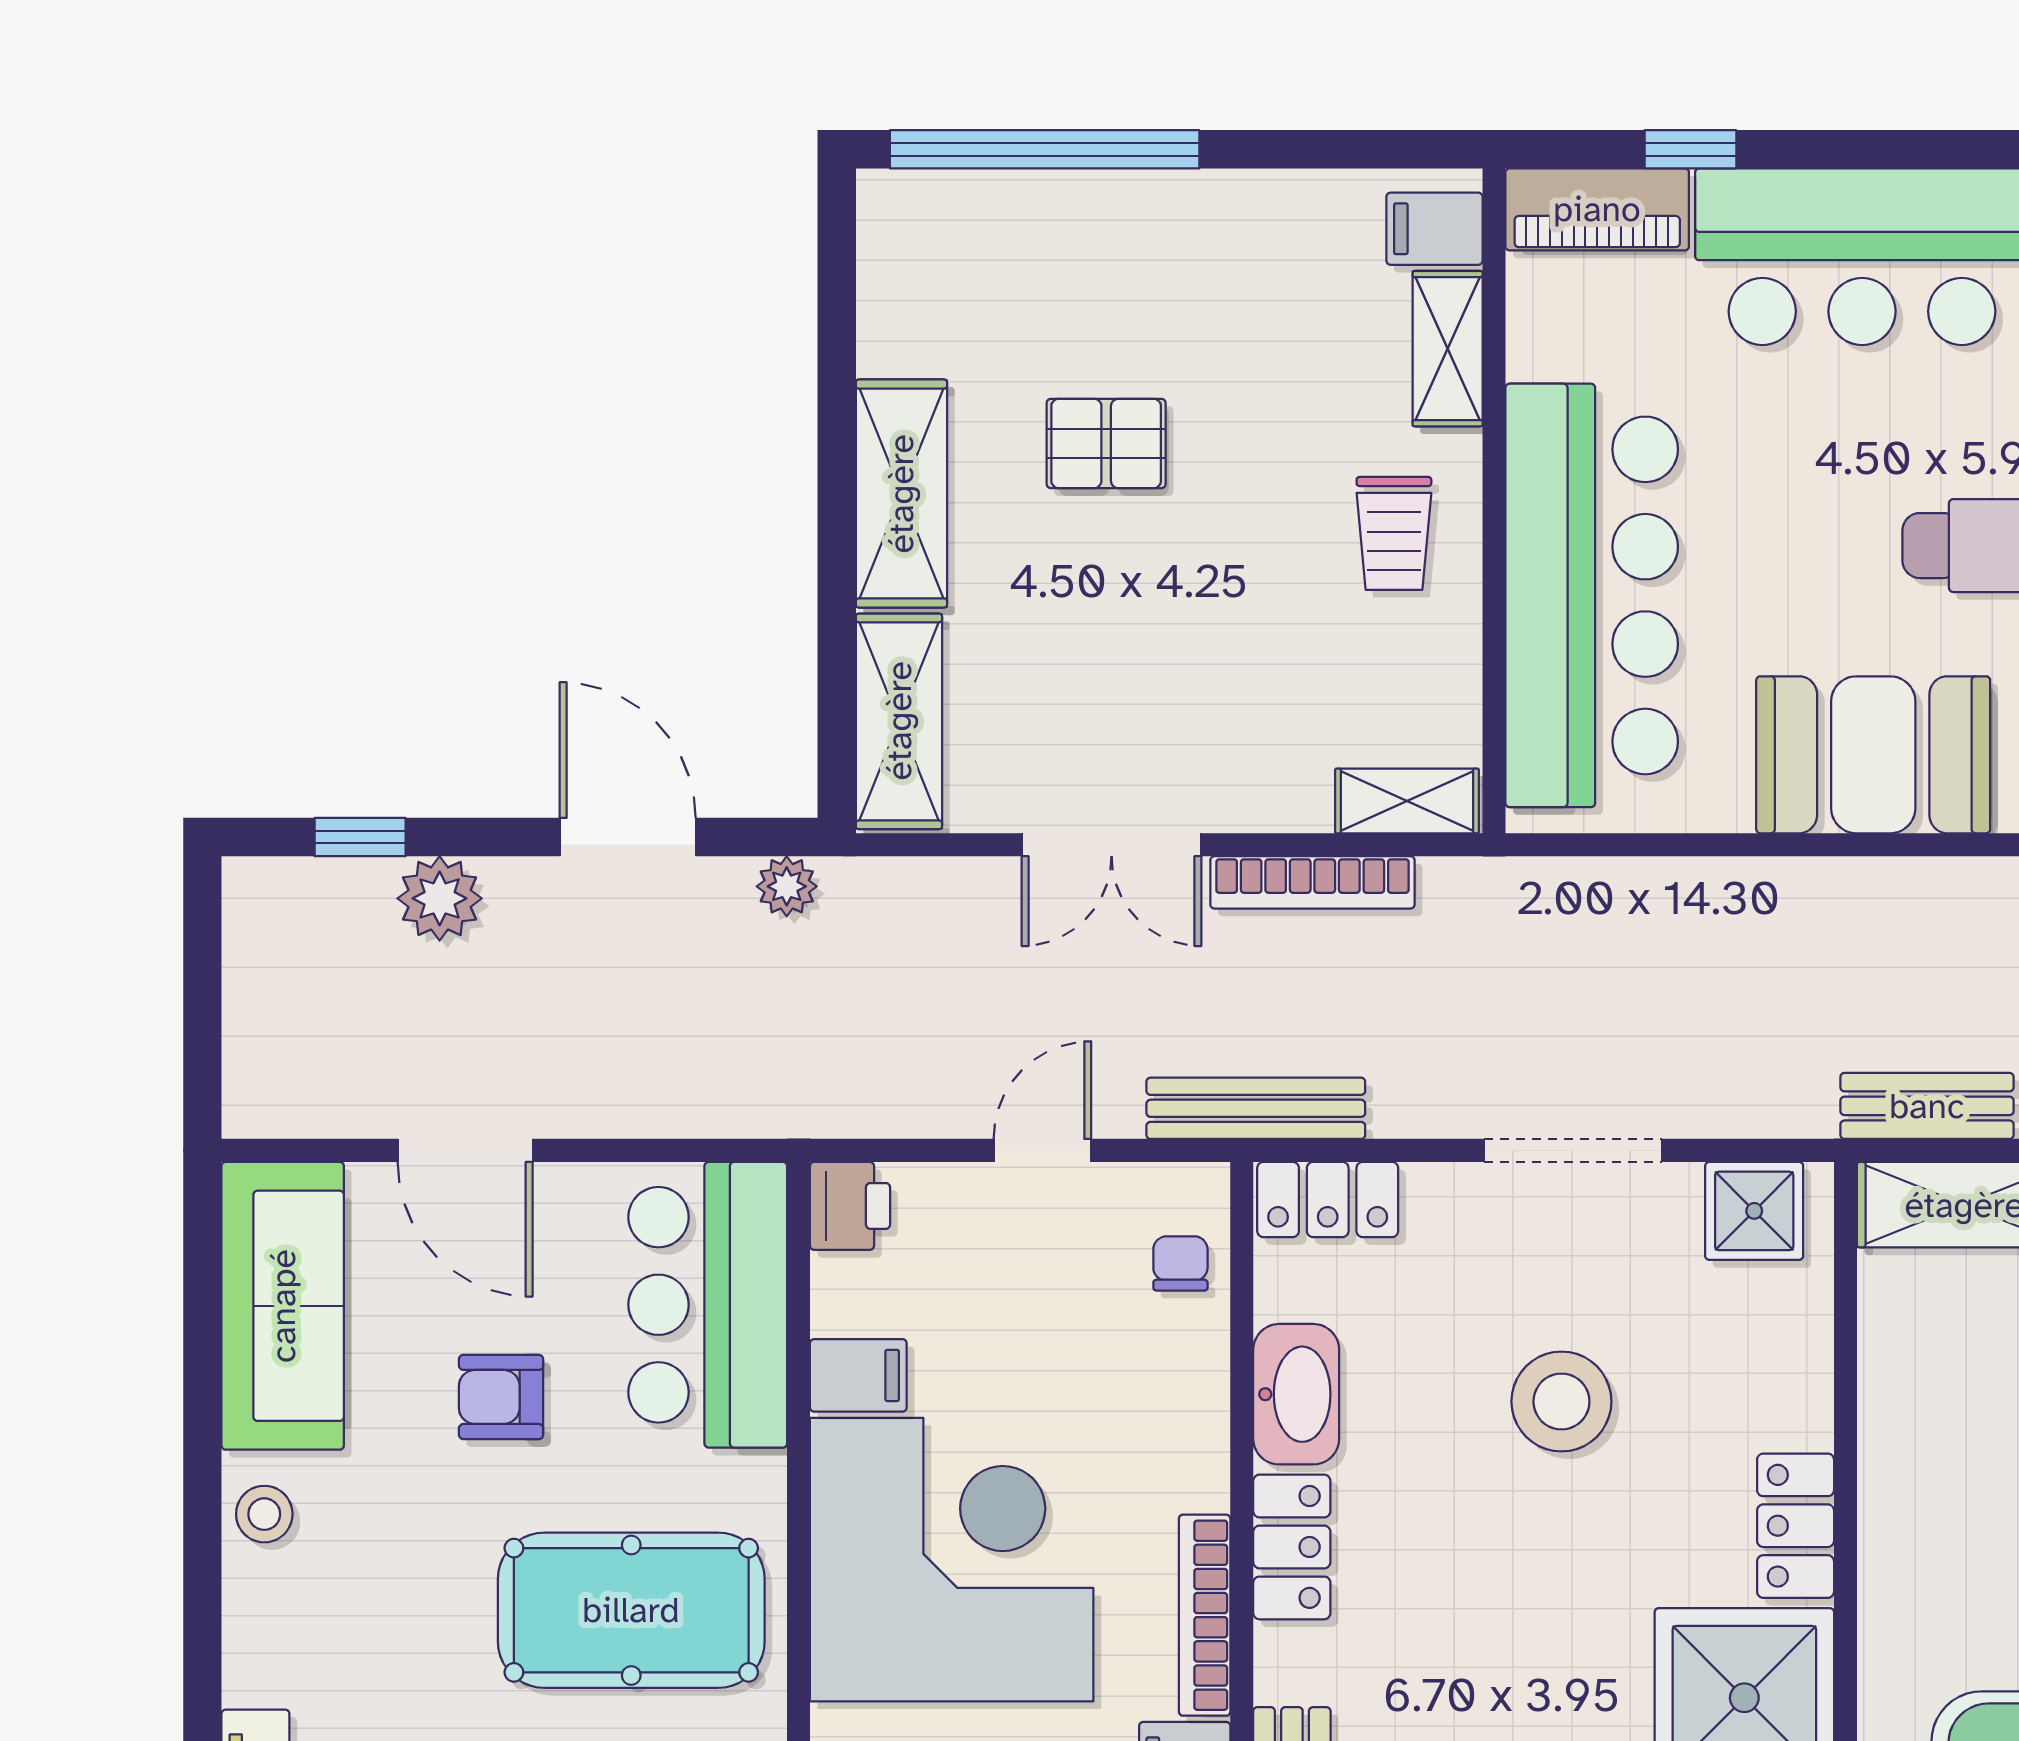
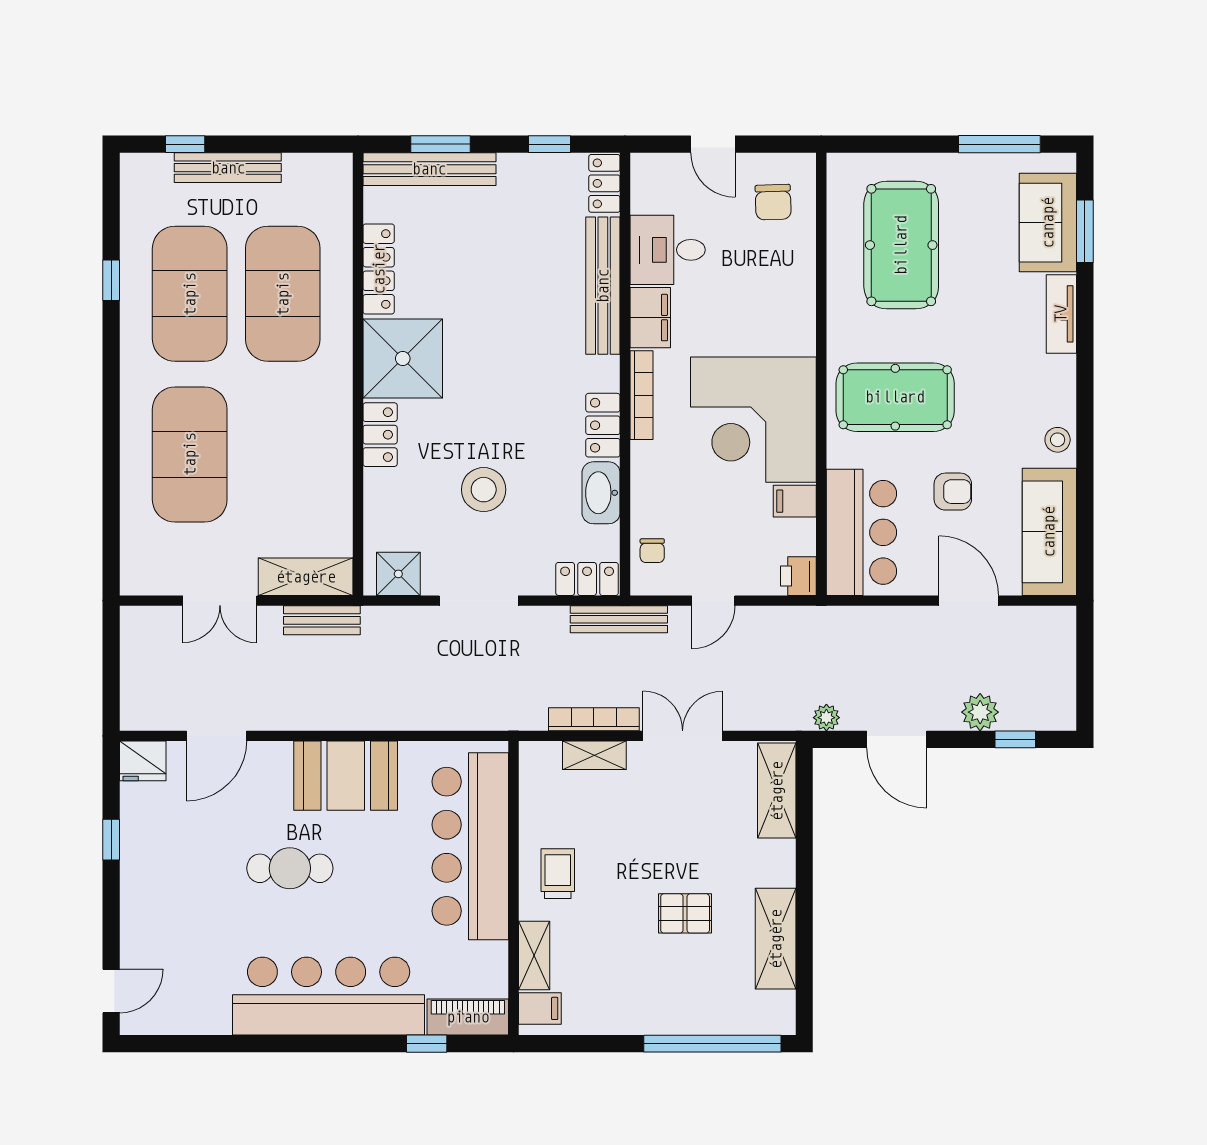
shelving: (901, 494) -> (776, 939), moved
shelving: (1407, 801) -> (594, 755), moved

